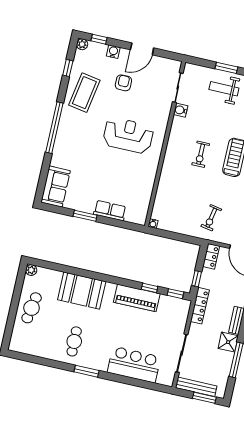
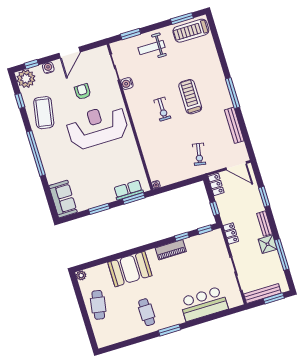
plant: (82, 44) -> (26, 79), width x1.87, depth x1.87
window: (226, 68) -> (131, 34), moved
armchair: (123, 83) -> (83, 92), moved
reception desk: (128, 135) -> (97, 127), width x1.36, depth x1.30
row of seats: (110, 211) -> (128, 190), moved
window: (124, 225) -> (134, 198), added
piano: (137, 298) -> (171, 250), width x0.73, depth x0.75
locker: (200, 306) -> (231, 233), width x0.66

